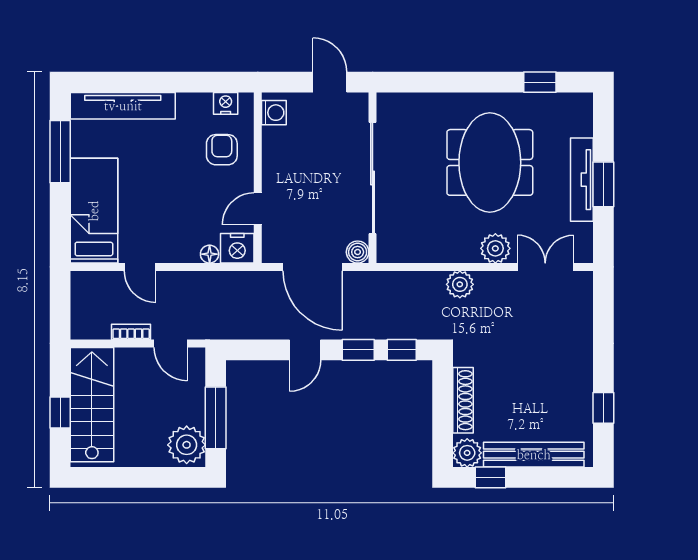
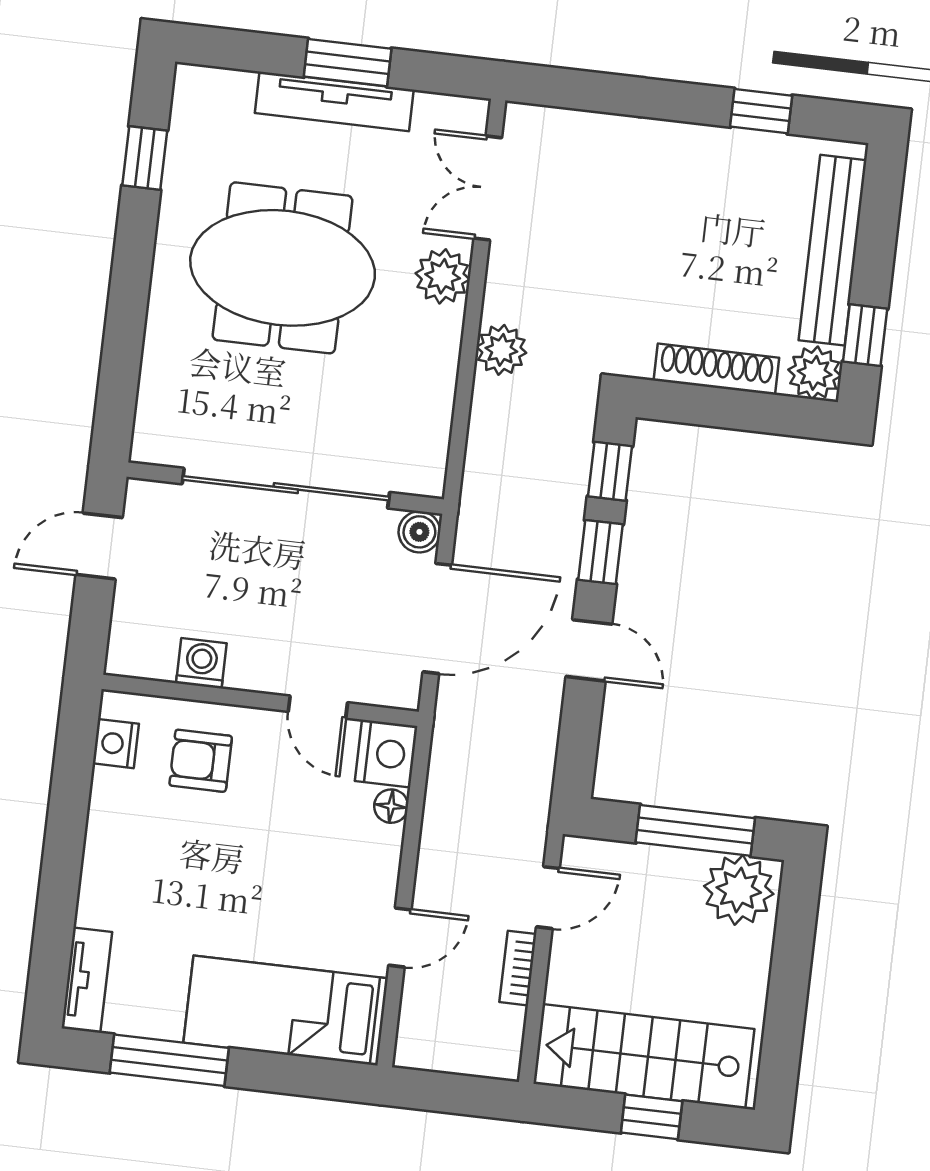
tv unit: (123, 106) -> (87, 980), width x0.52, depth x0.78
washing machine: (274, 113) -> (201, 663), moved

